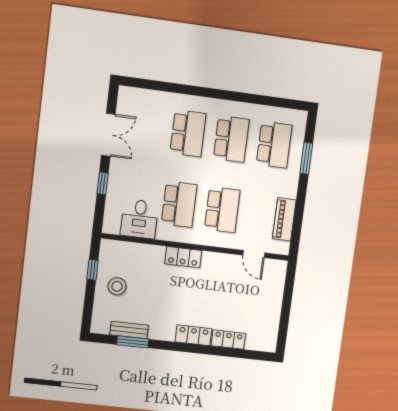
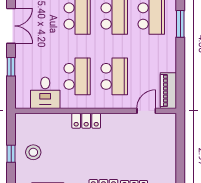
piano: (284, 219) -> (168, 91), moved
door: (254, 254) -> (146, 111), swing flipped
window: (93, 270) -> (11, 154), moved

